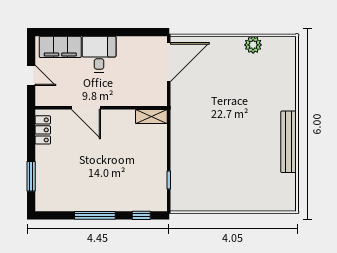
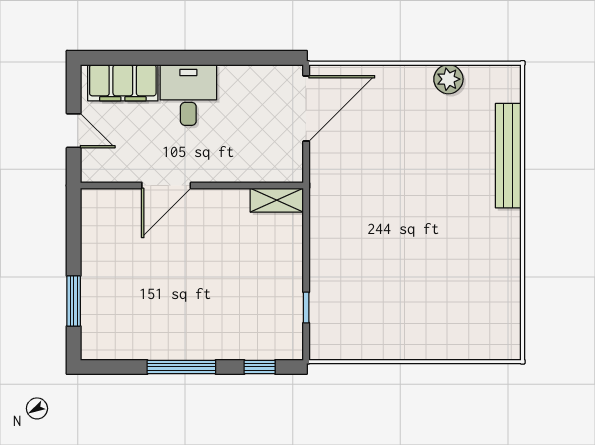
door: (86, 108) -> (166, 186), hinge flipped
locker: (43, 130) -> (93, 223), removed
bench: (289, 142) -> (508, 156), moved

